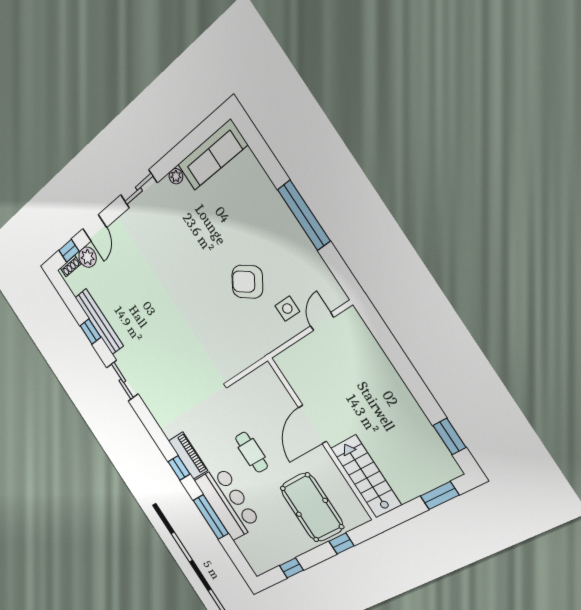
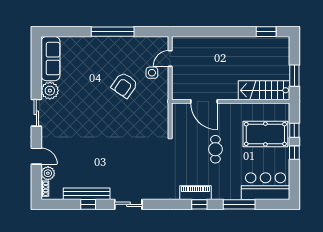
plant: (176, 176) -> (50, 91), width x1.88, depth x1.88
window: (69, 251) -> (36, 183), removed
door: (322, 322) -> (170, 58), hinge flipped
door: (312, 424) -> (204, 101), moved
cafe table: (252, 452) -> (215, 149), turned 90
window: (440, 496) -> (294, 76), moved
bar counter: (228, 502) -> (266, 186), moved
window: (291, 568) -> (294, 153), moved

